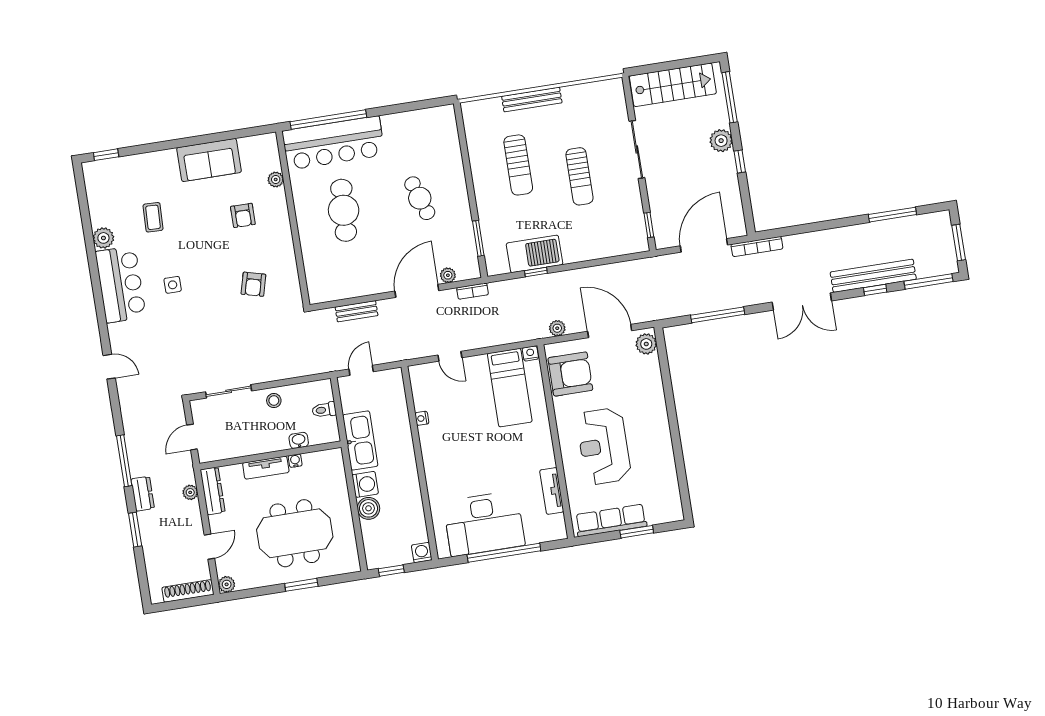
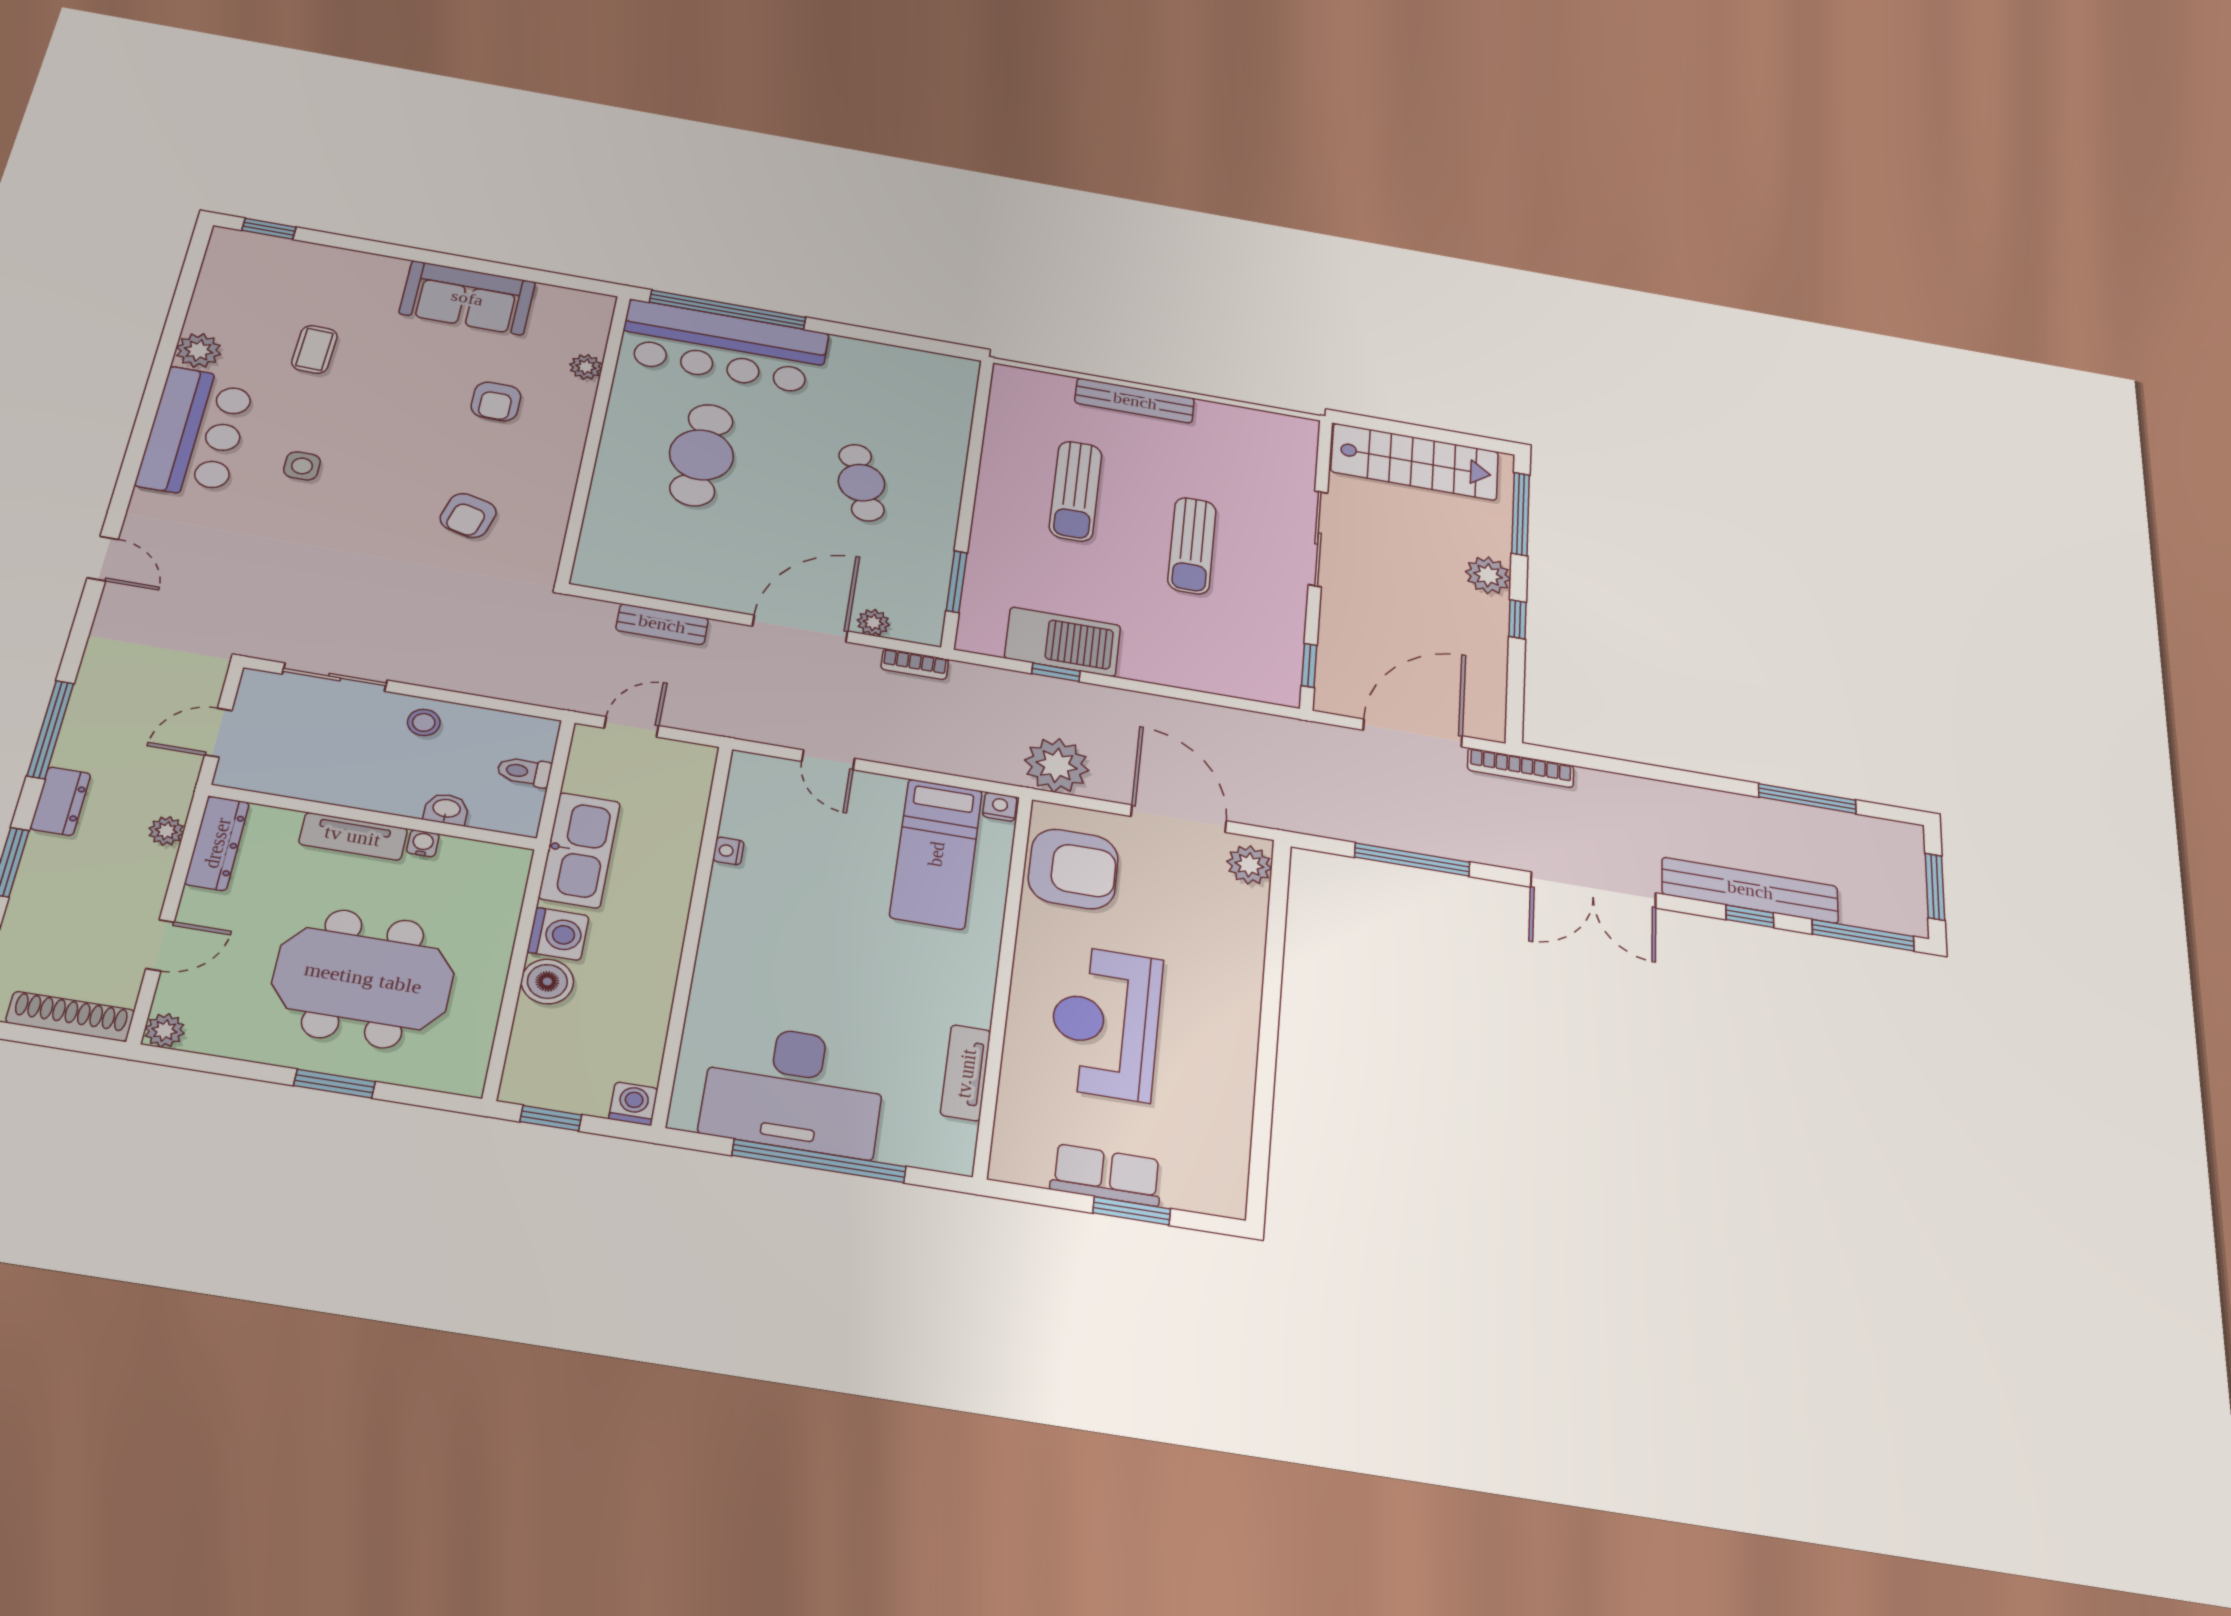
plant: (557, 328) -> (1057, 765), width x1.88, depth x1.88
row of seats: (611, 520) -> (1106, 1175), width x0.68

